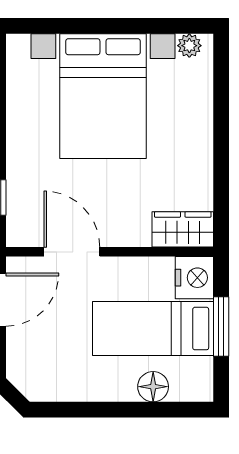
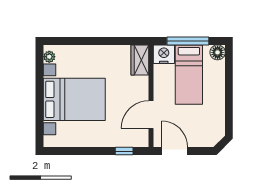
window: (221, 327) -> (188, 41), width x1.44
floor lamp: (153, 387) -> (218, 52), moved

